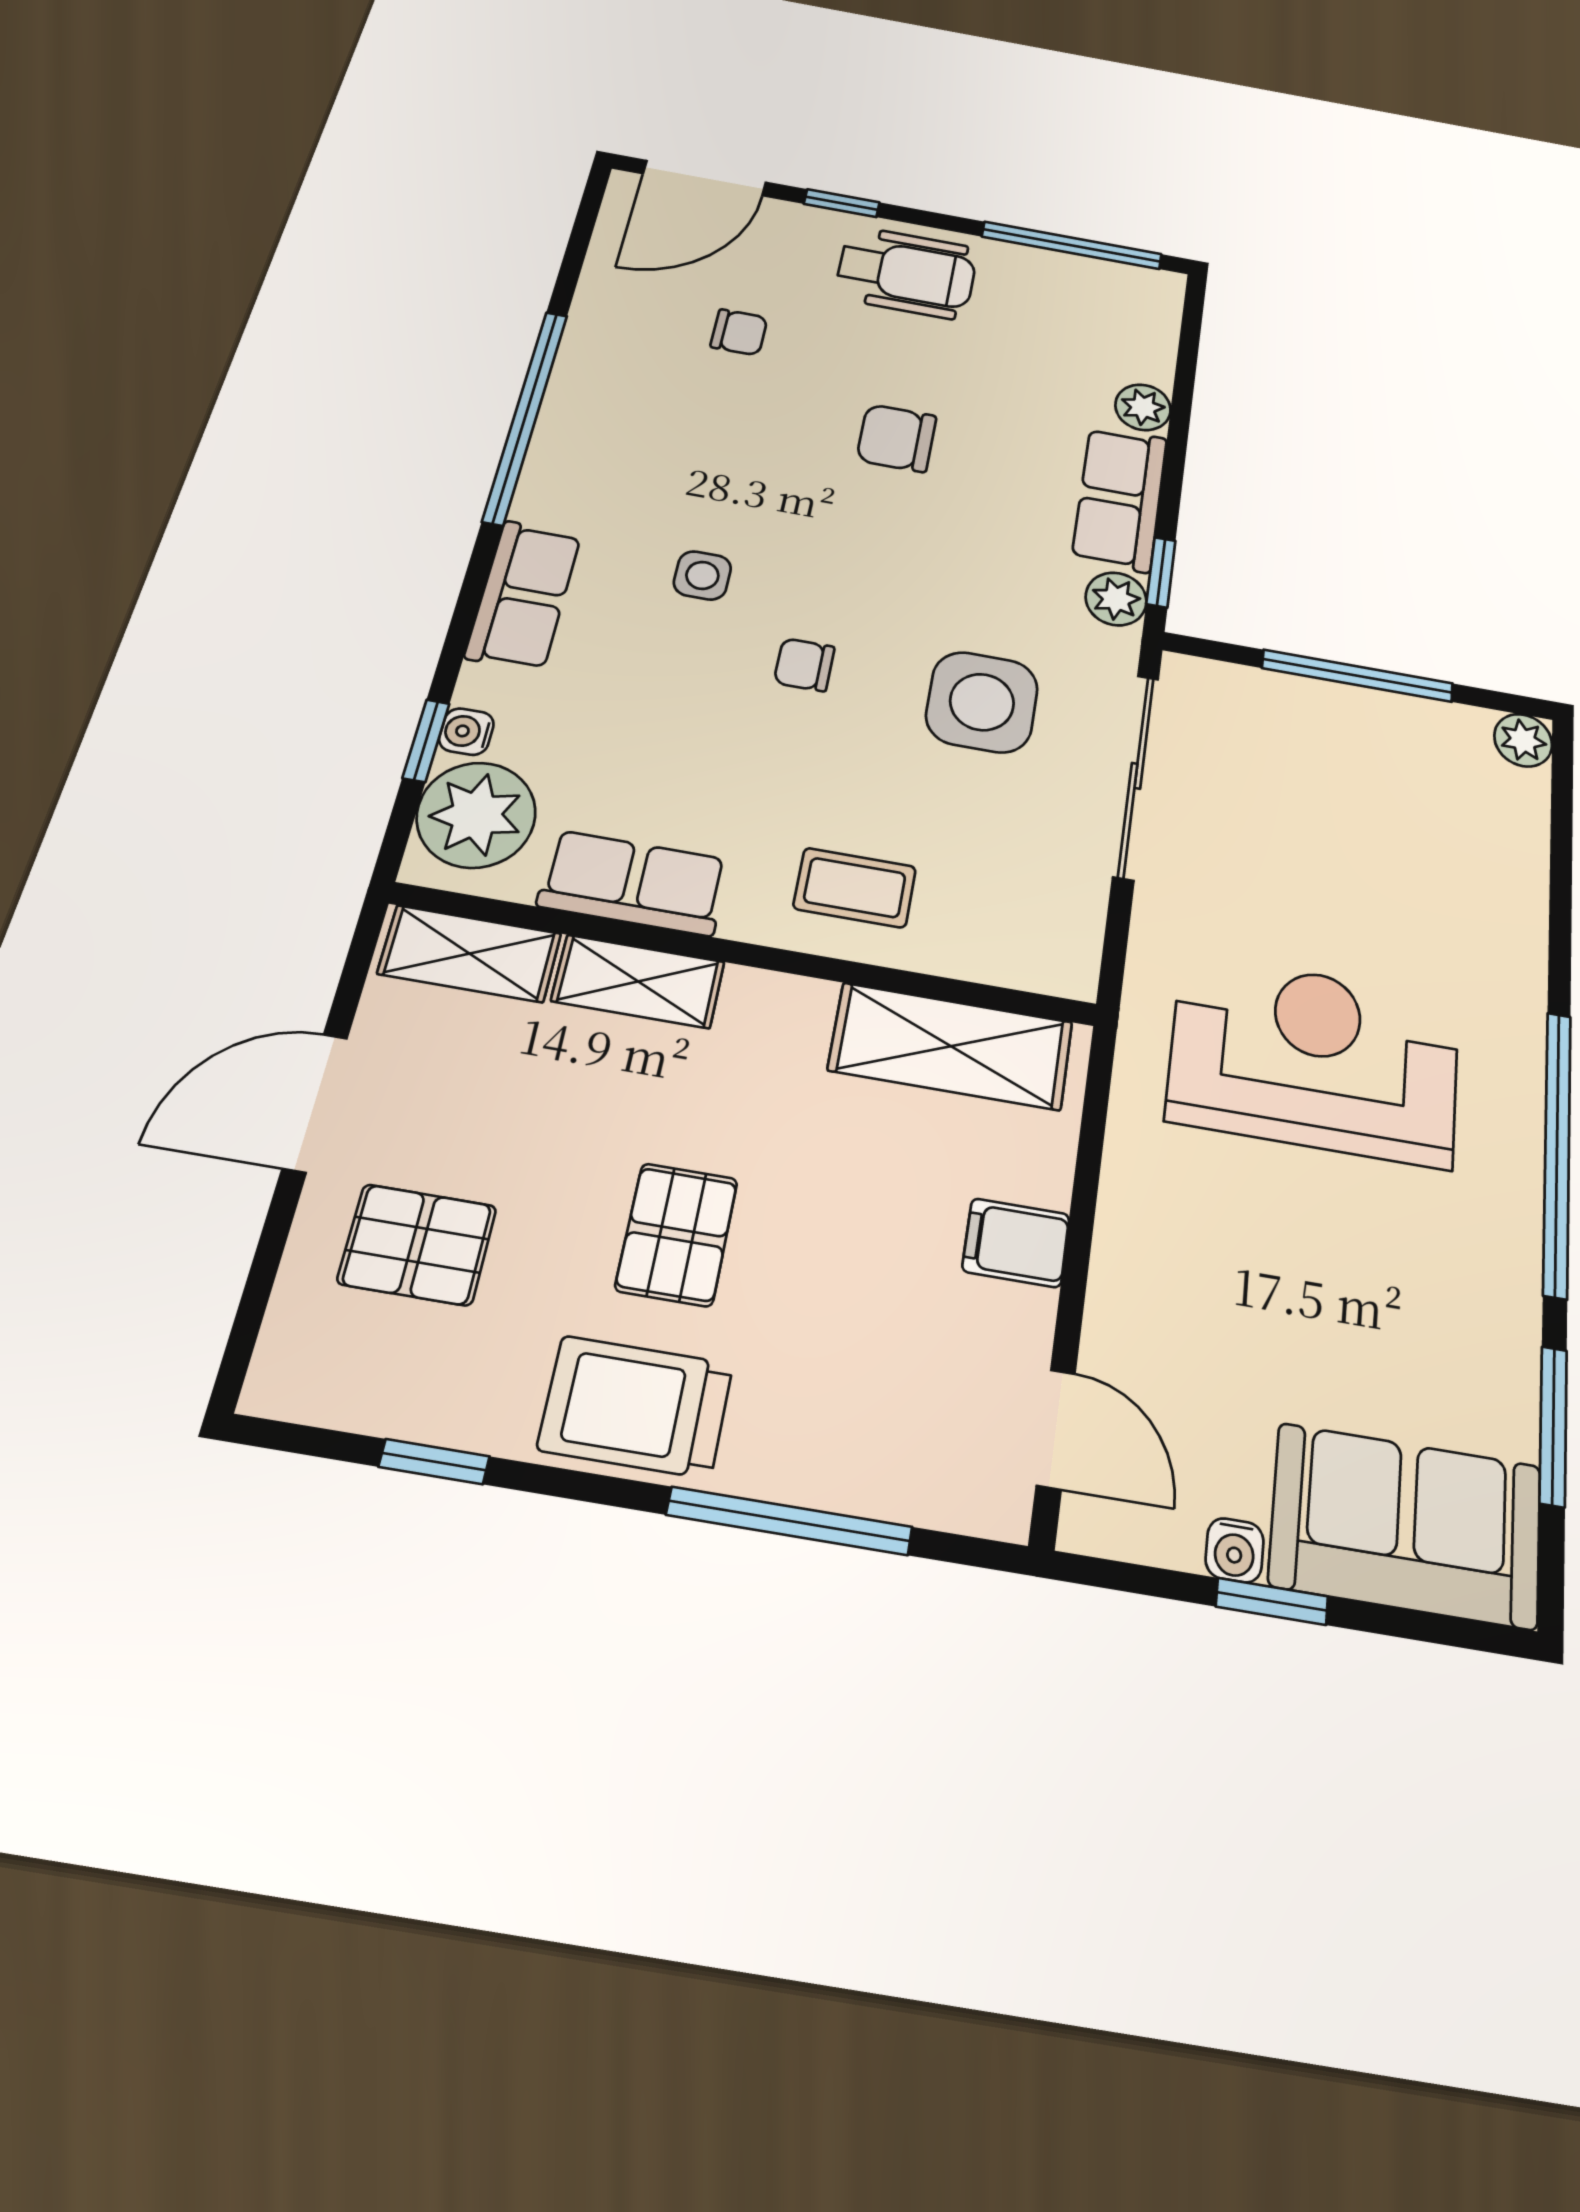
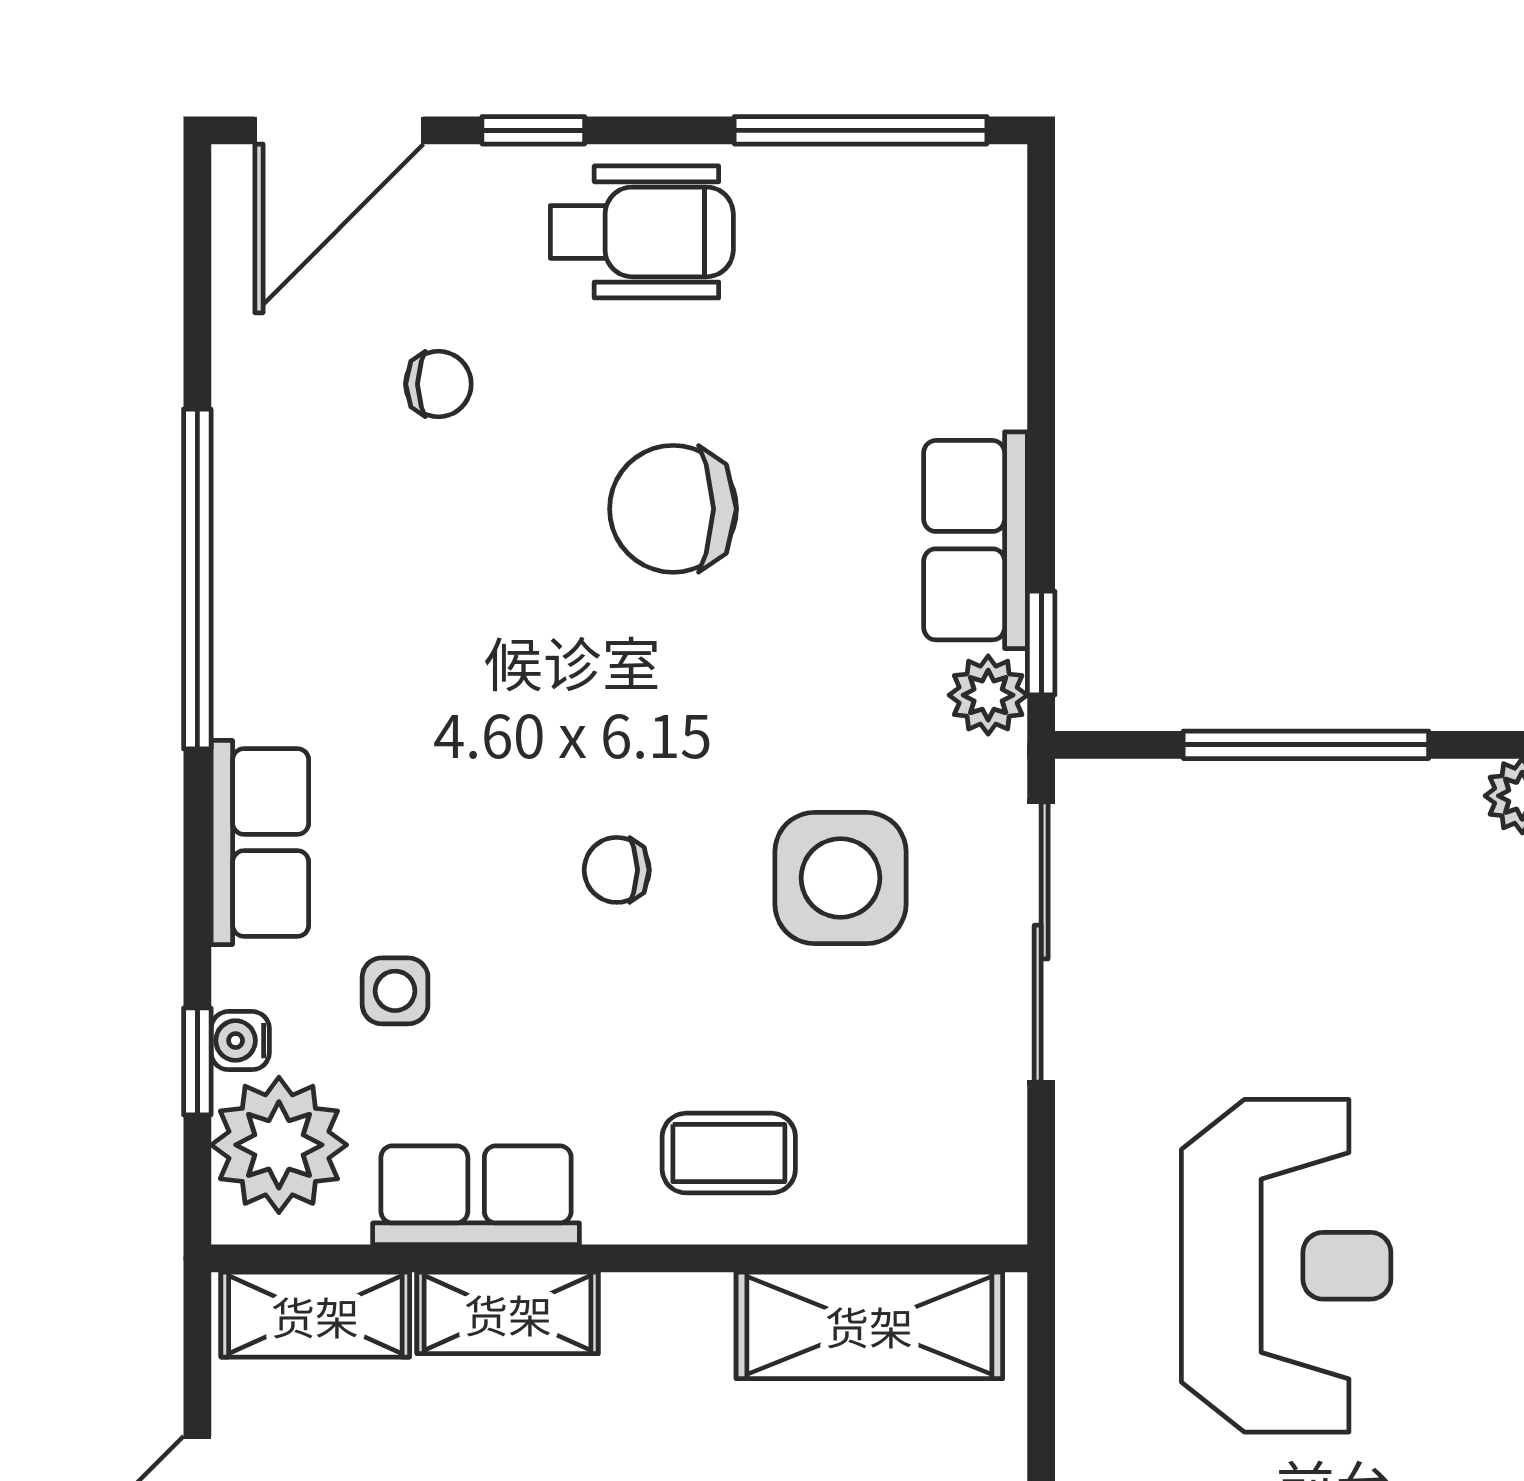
plant: (1143, 407) -> (990, 387), removed
chair: (896, 438) -> (673, 509), width x1.37, depth x1.37
side table: (702, 575) -> (395, 991), moved
reception desk: (1315, 1059) -> (1286, 1266), turned 90

